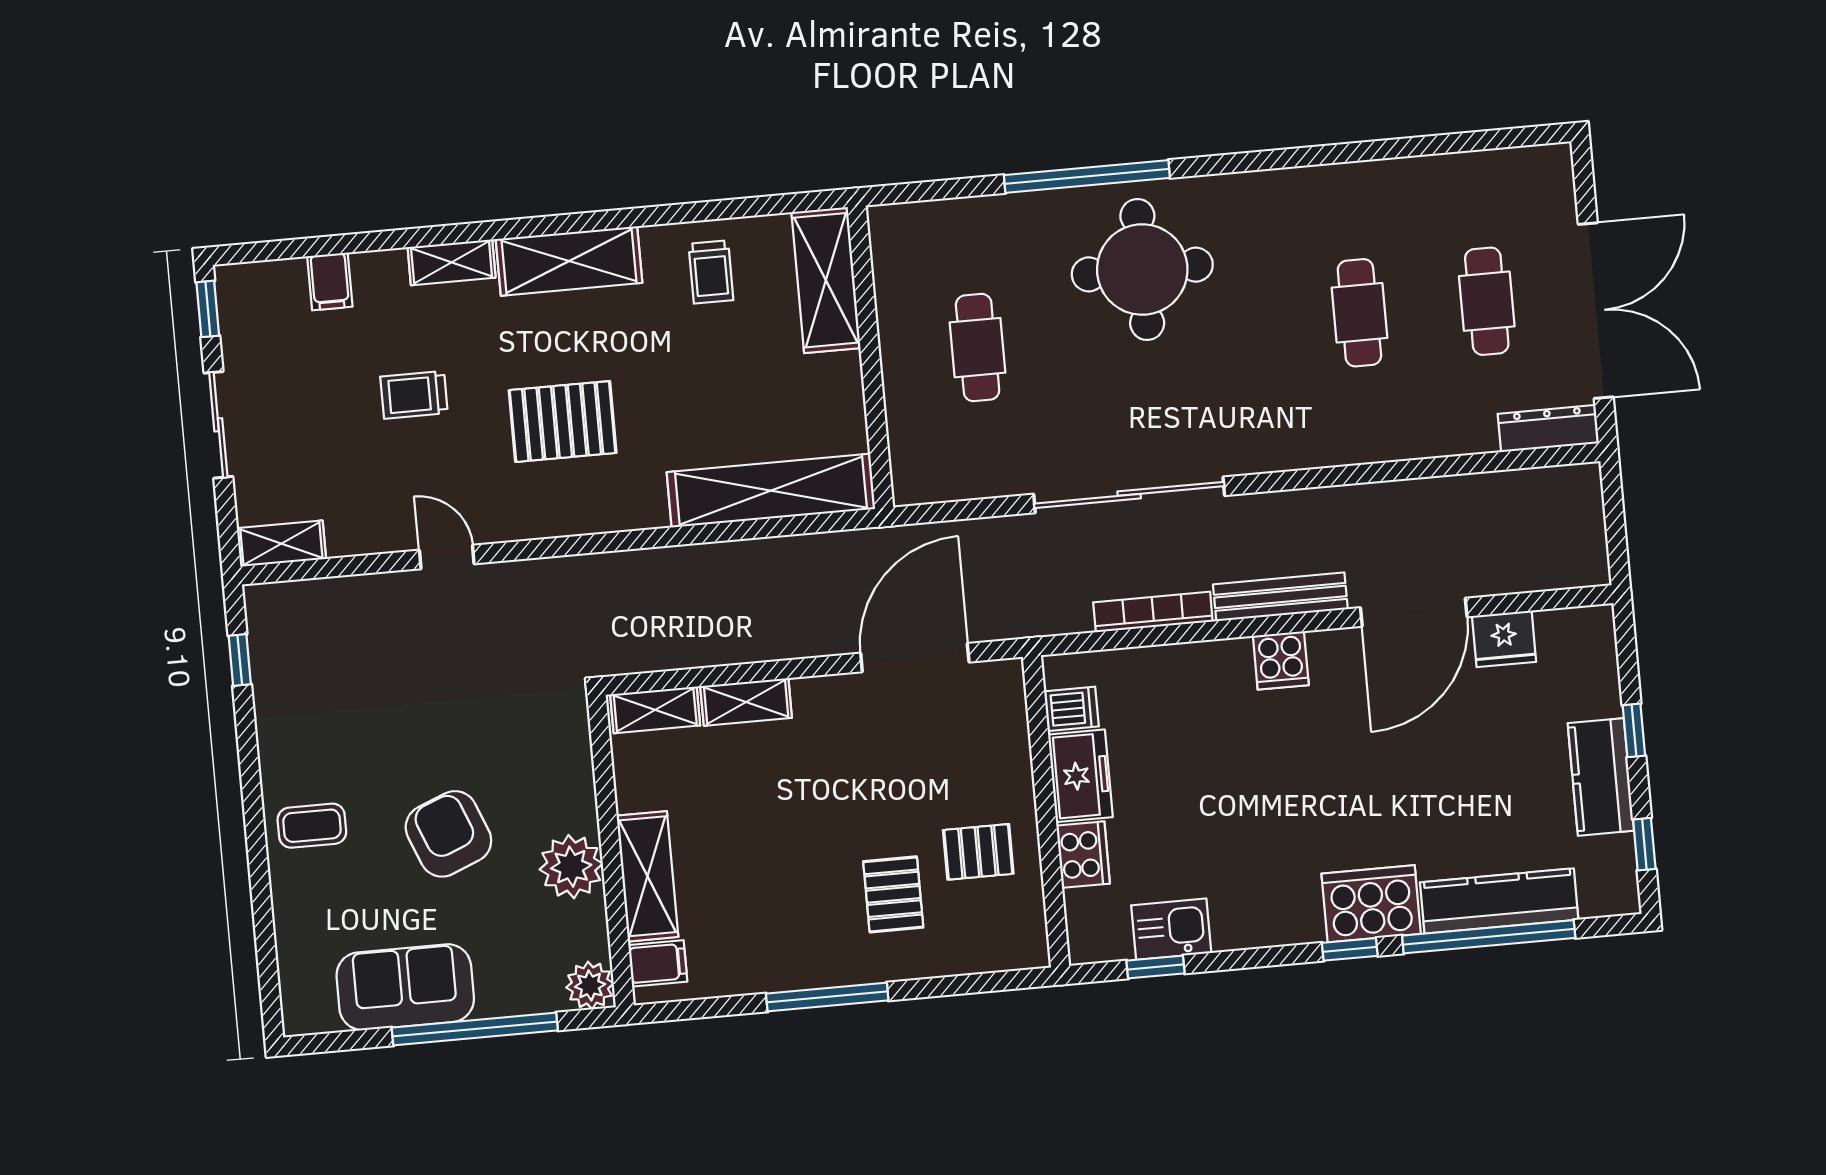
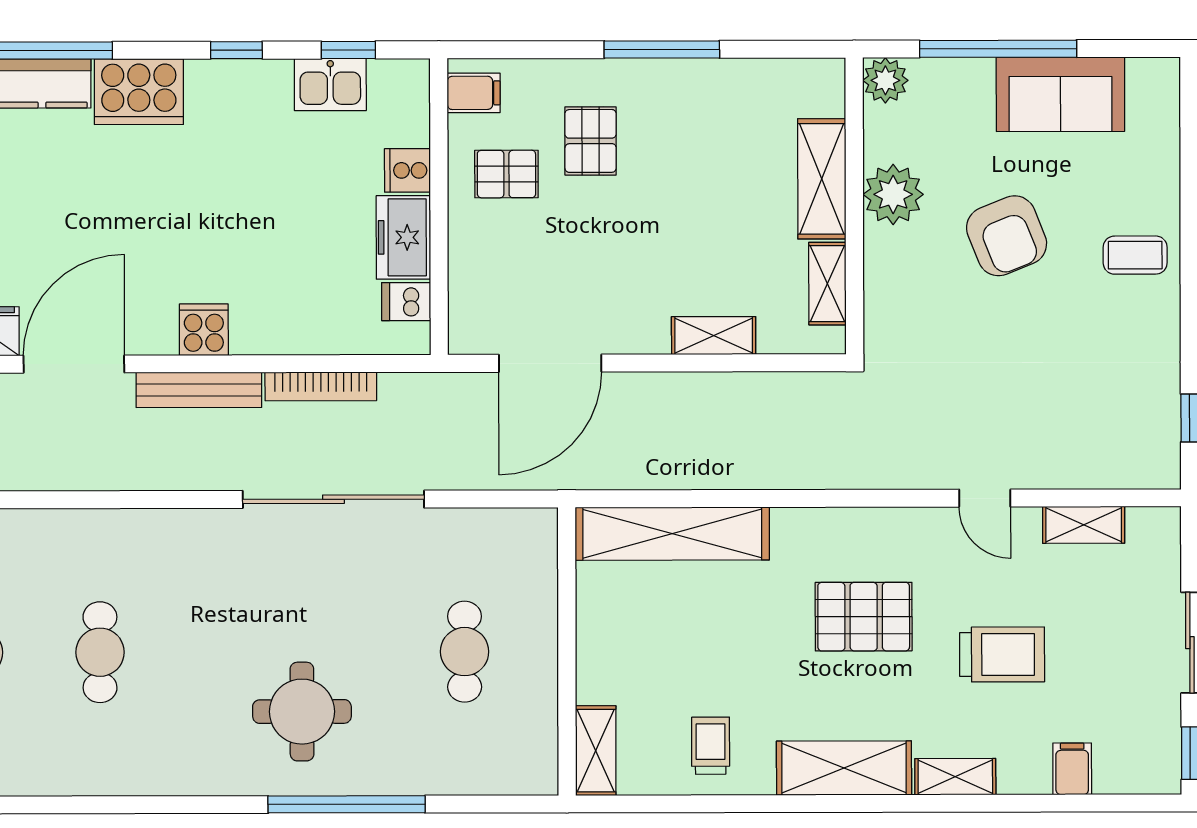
round table: (1142, 270) -> (302, 712), width x0.73, depth x0.73
shelving: (826, 280) -> (596, 751), width x0.67, depth x0.75
trolley: (414, 395) -> (1002, 654), width x1.36, depth x1.39
shelving: (281, 544) -> (1084, 525), moved
shelving: (655, 710) -> (827, 284), moved, turned 90
cooker: (1083, 855) -> (407, 170), width x0.73
window: (1350, 949) -> (236, 50), moved
filing cabinet: (658, 963) -> (474, 93), moved, turned 180

